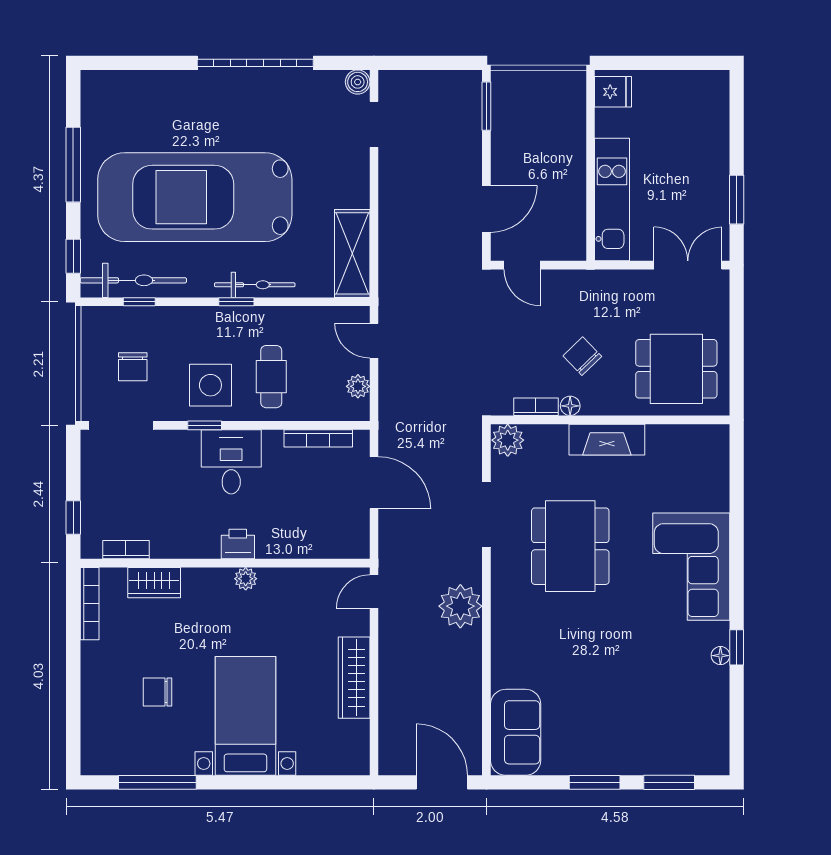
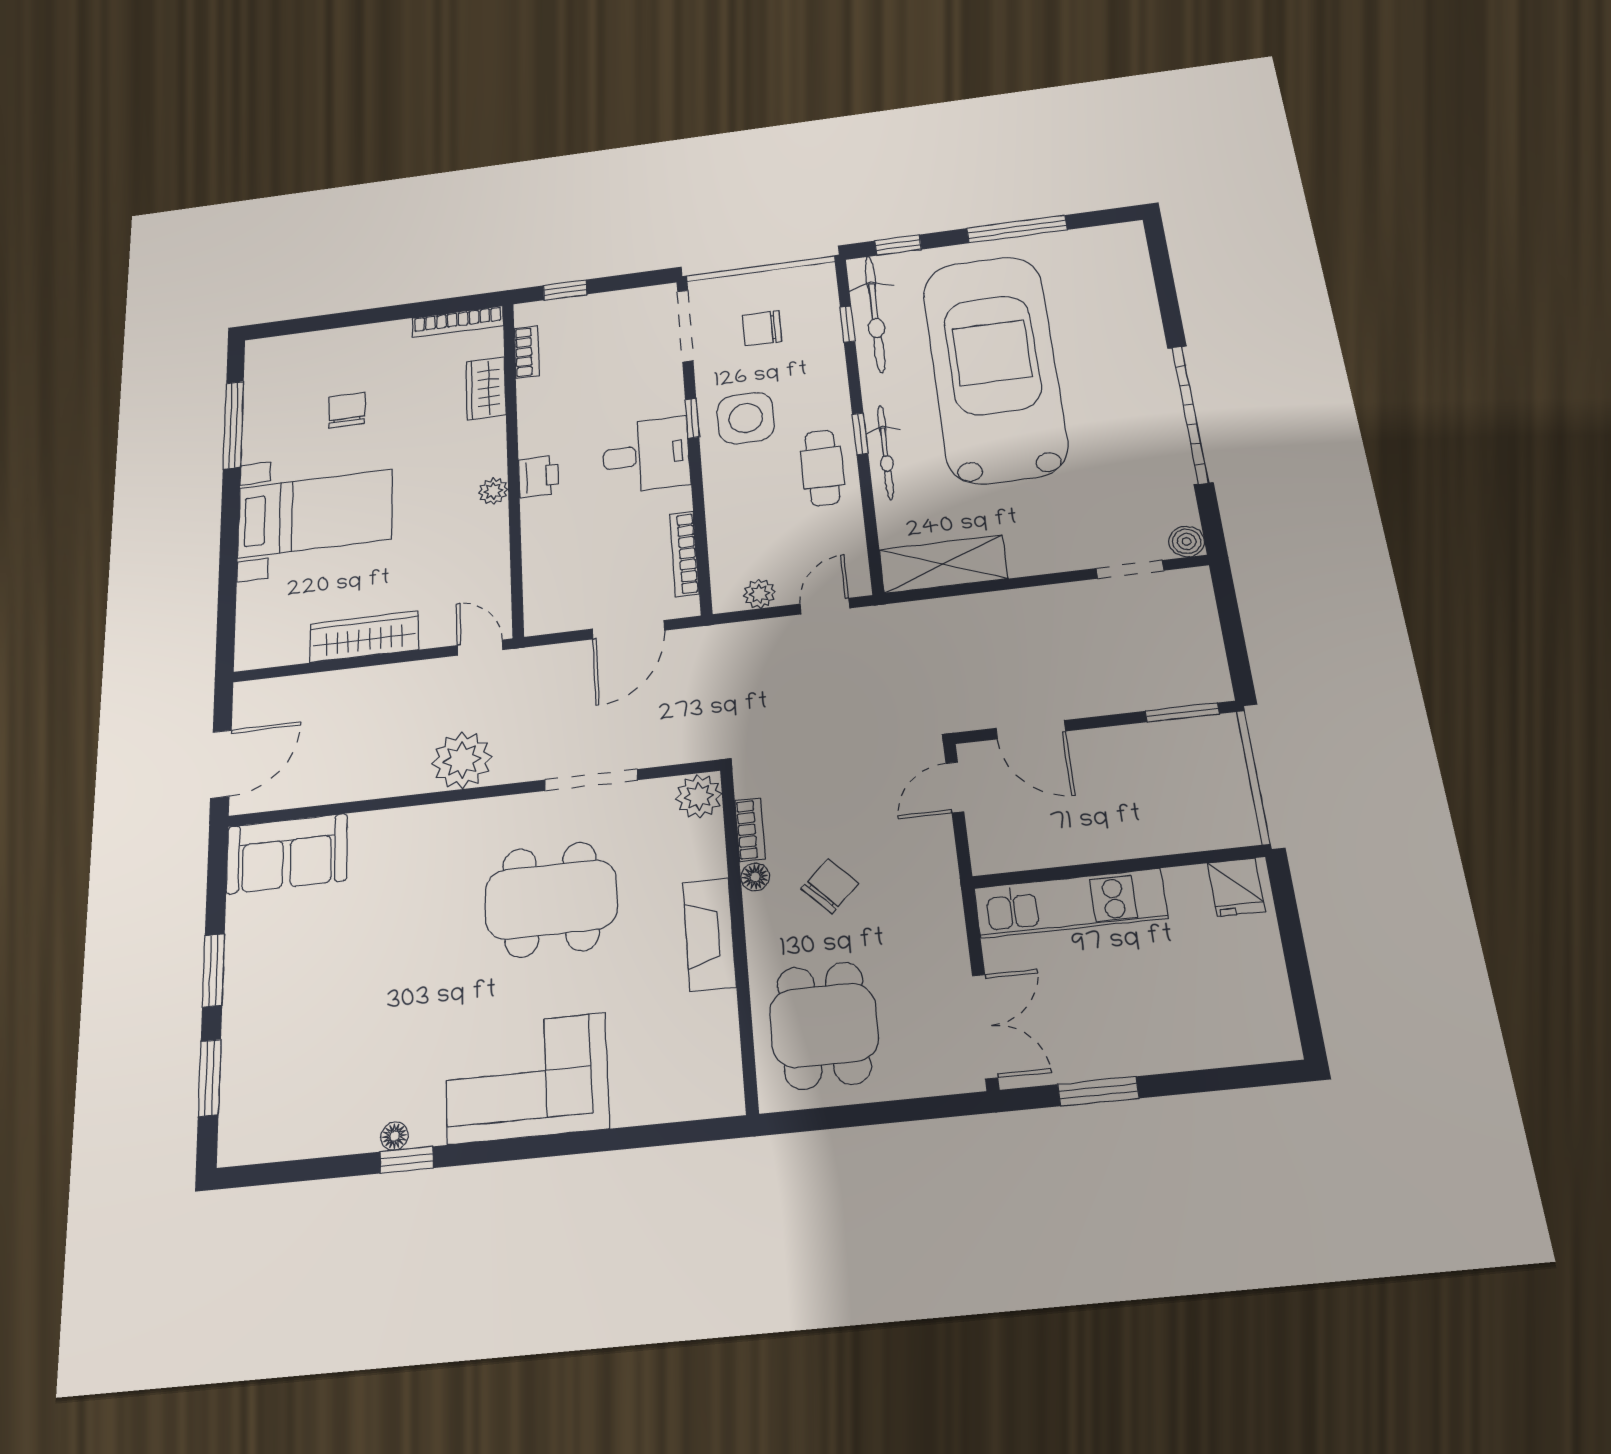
cafe table: (271, 377) -> (822, 468), moved, turned 90

